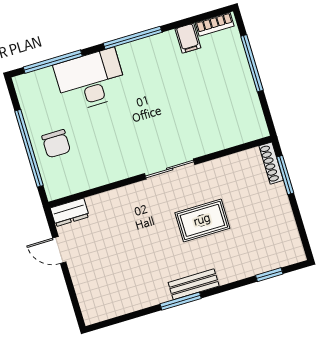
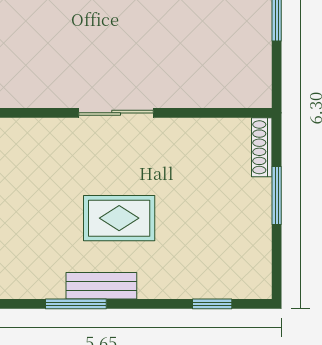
window: (285, 175) -> (277, 196), moved
rug: (202, 220) -> (119, 218), moved

